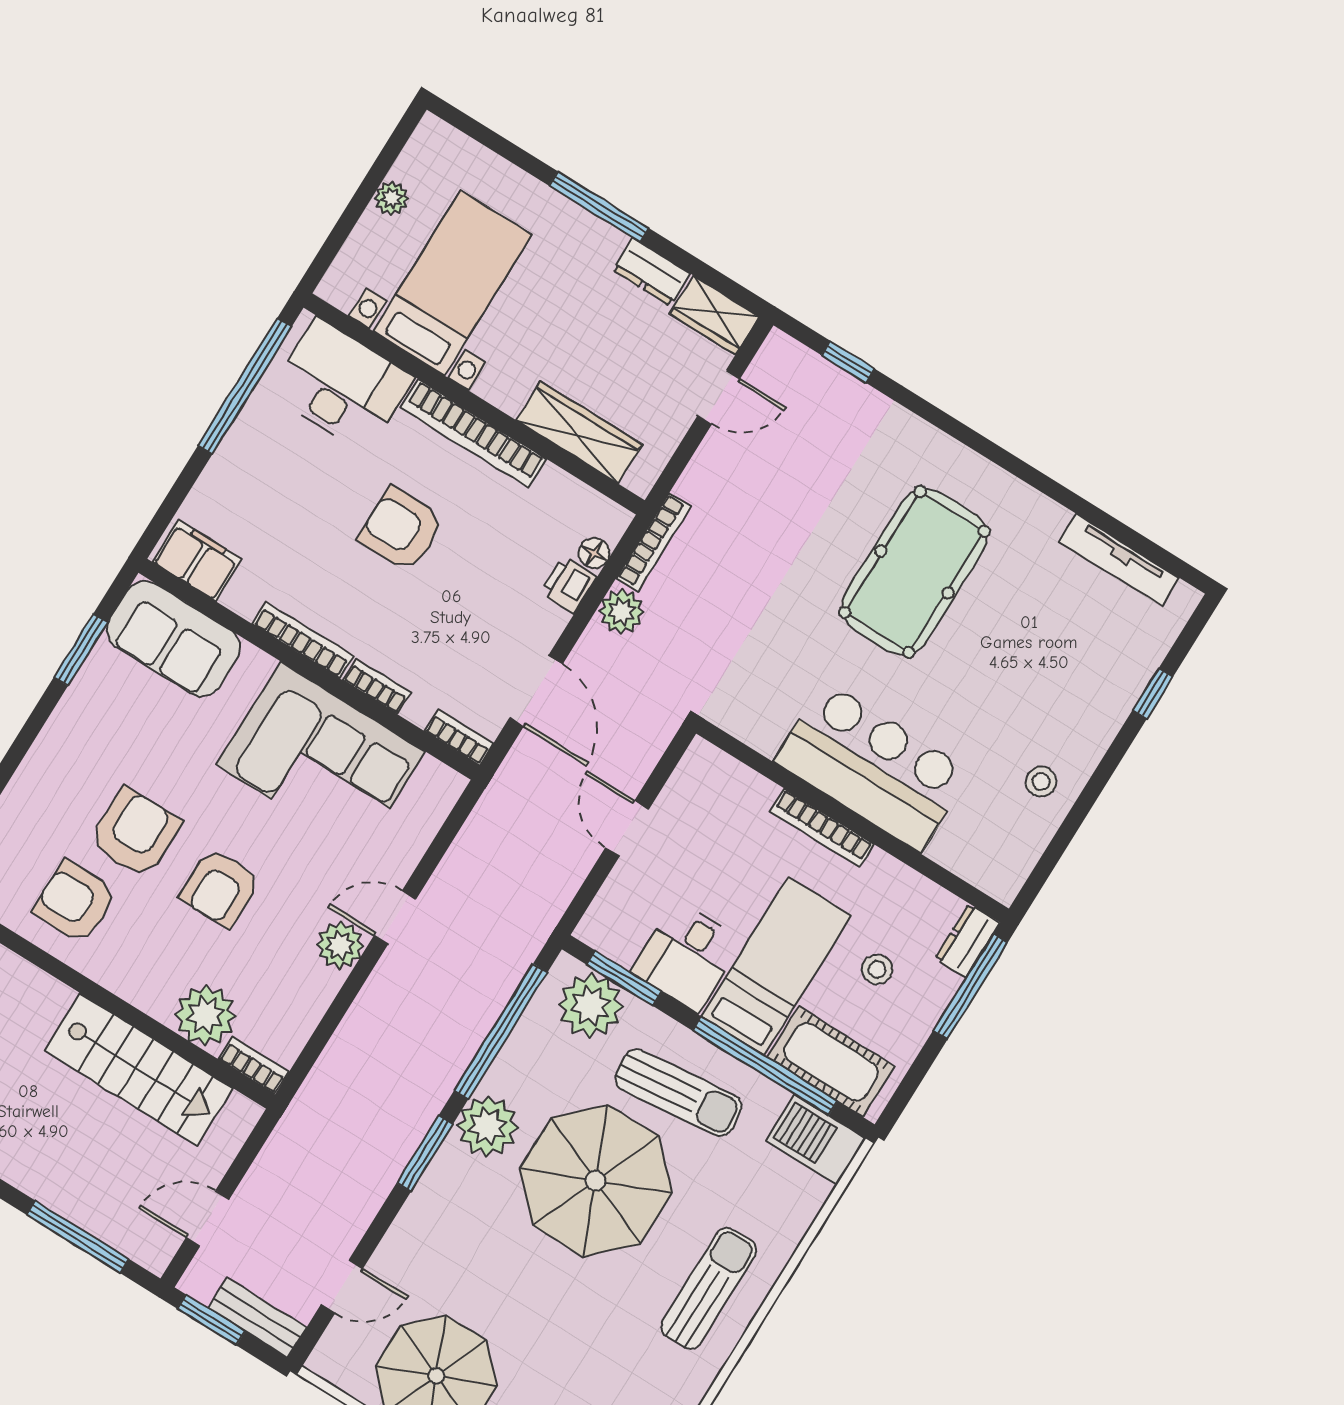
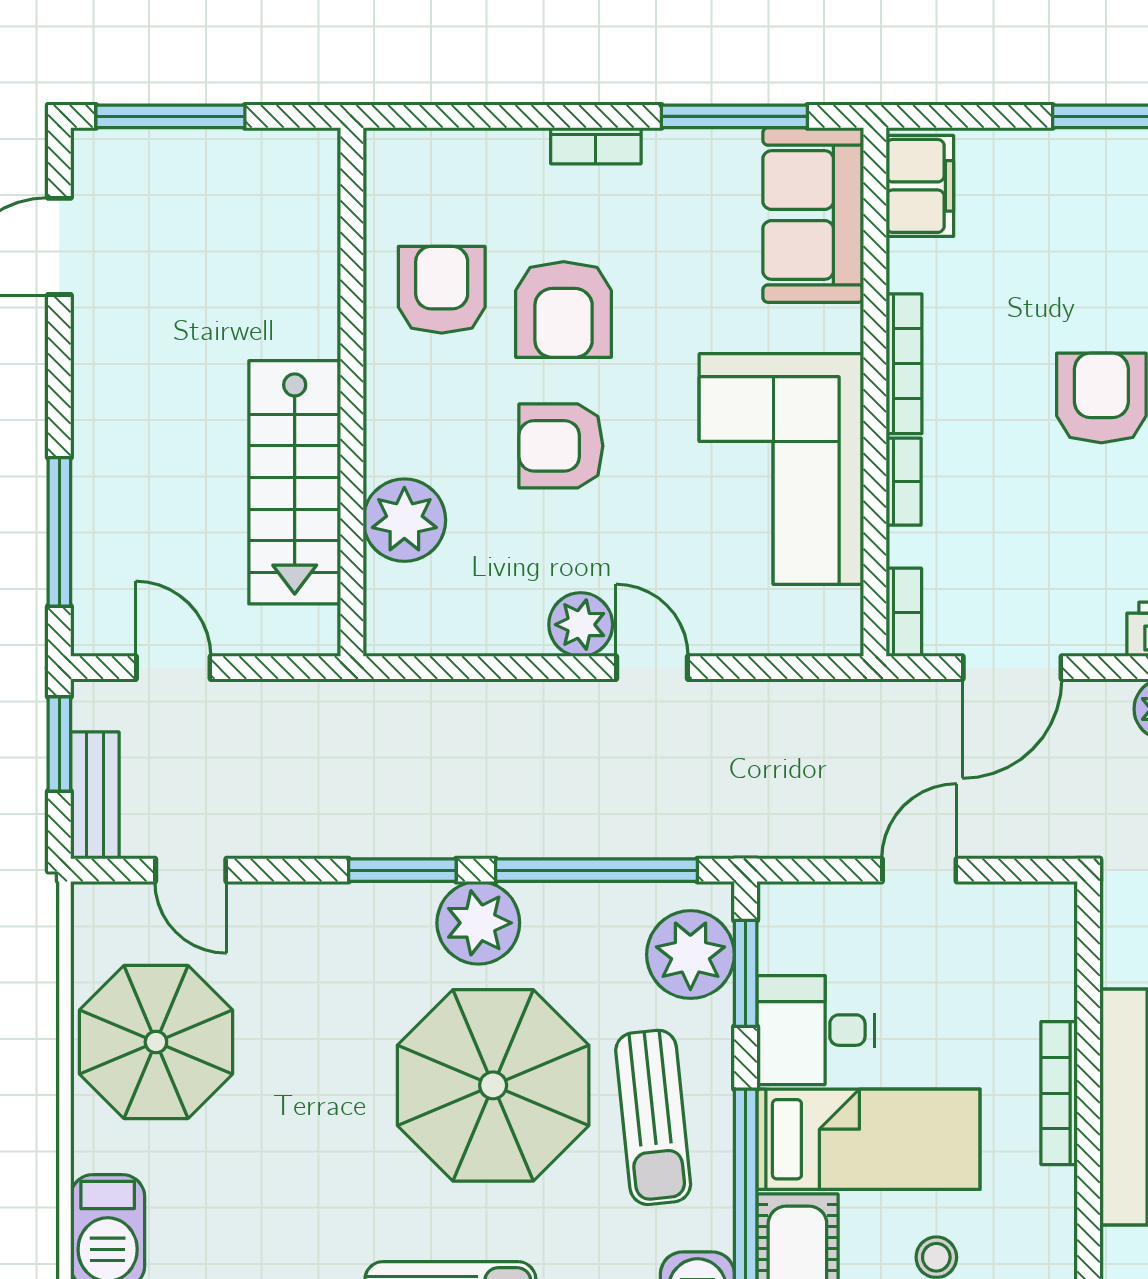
window: (81, 650) -> (734, 116), width x1.44
armchair: (135, 833) -> (564, 310), turned 90
bookcase: (254, 1066) -> (596, 146), moved, turned 90

